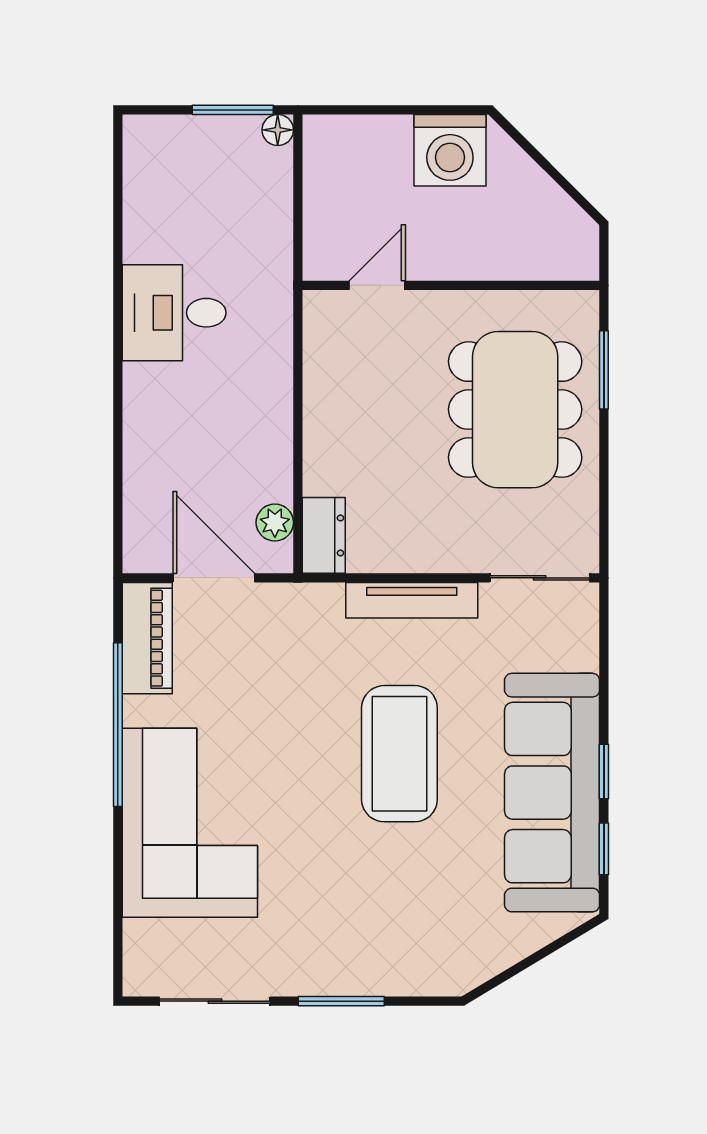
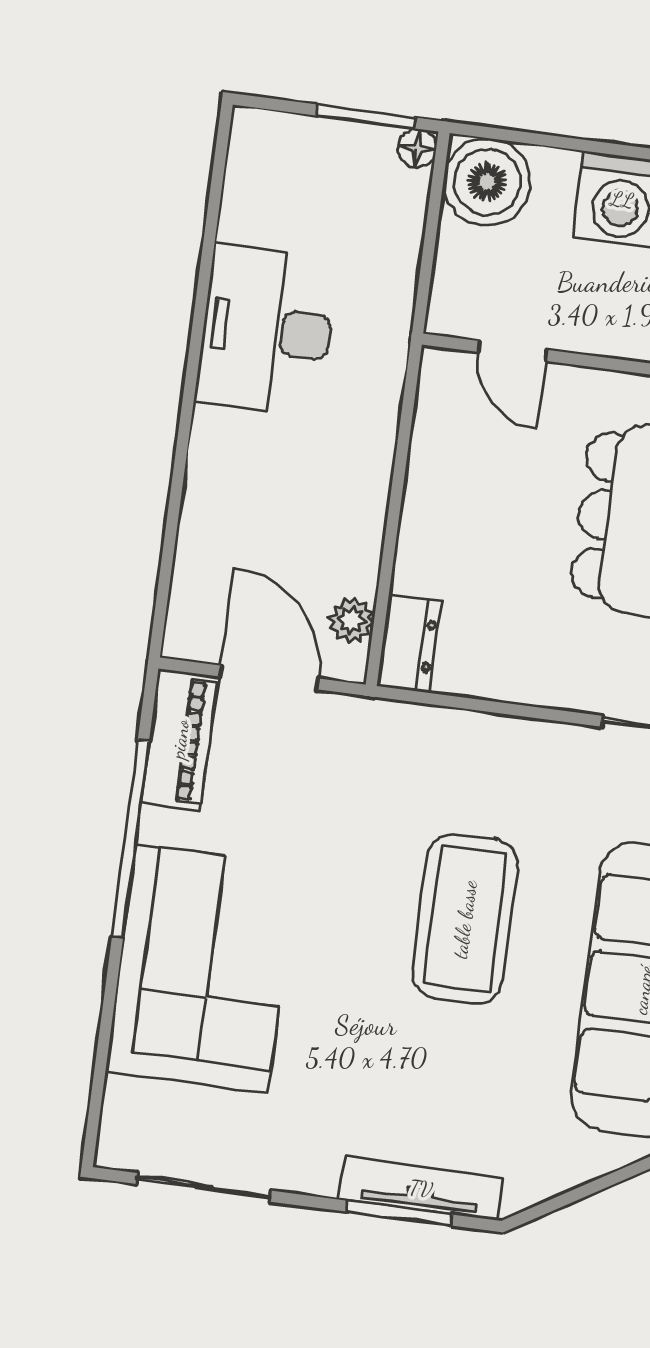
boiler: (338, 150) -> (487, 182), added
door: (377, 285) -> (513, 351), swing flipped
desk: (174, 313) -> (266, 330), width x1.37
tv unit: (412, 600) -> (421, 1189), moved, turned 180
window: (341, 1001) -> (400, 1213), moved

